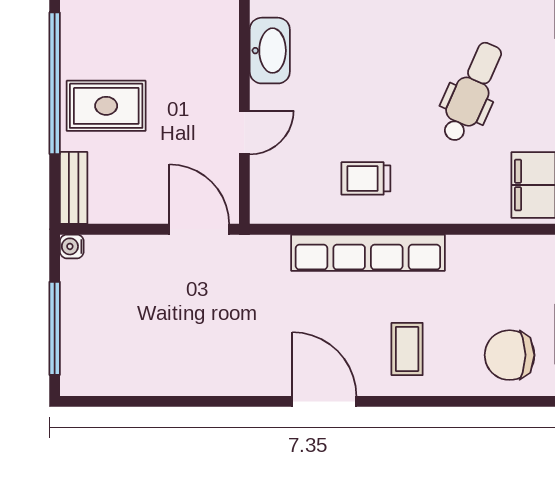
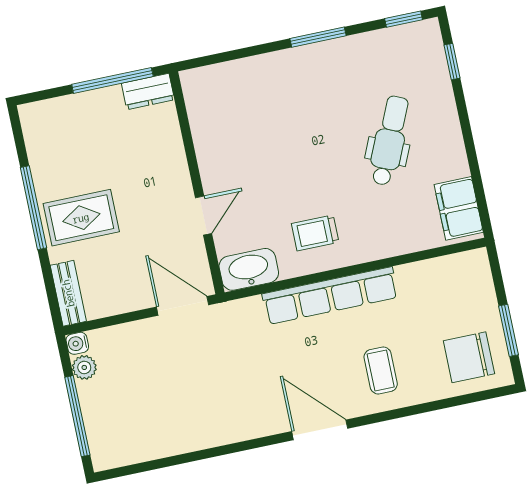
washbasin: (270, 51) -> (249, 269), moved, turned -90
window: (55, 83) -> (33, 208), width x0.68
plant: (74, 275) -> (84, 367), added

